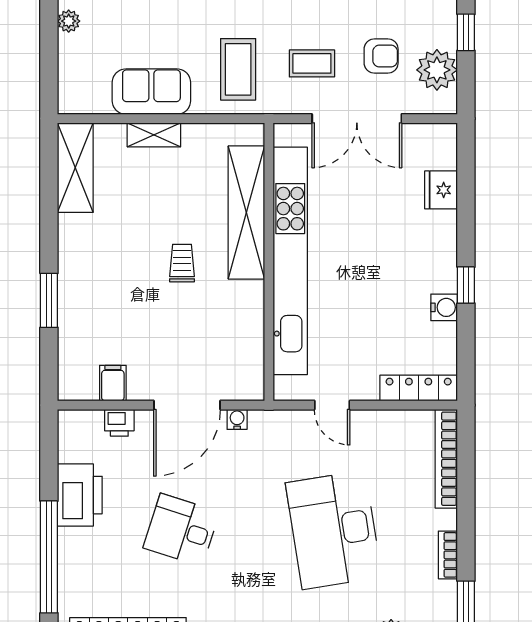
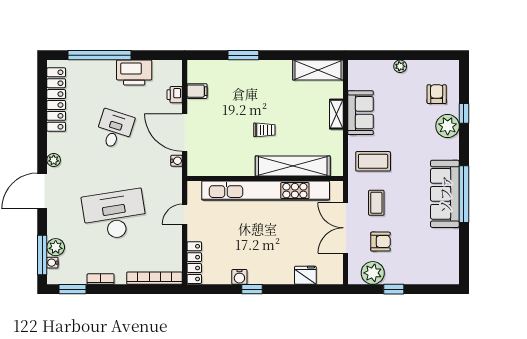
armchair: (381, 56) -> (380, 242), turned -90

